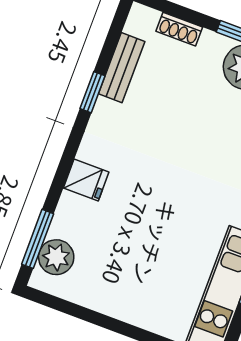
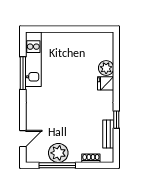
window: (38, 239) -> (116, 52), removed
plant: (56, 257) -> (106, 68), moved

